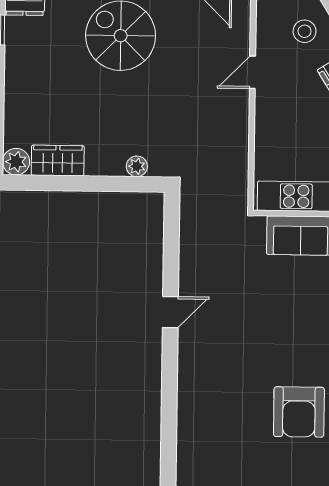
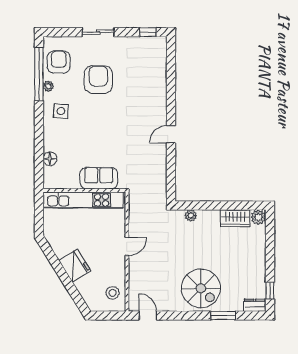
stool: (305, 31) -> (113, 293), moved
door: (252, 72) -> (127, 247), moved

